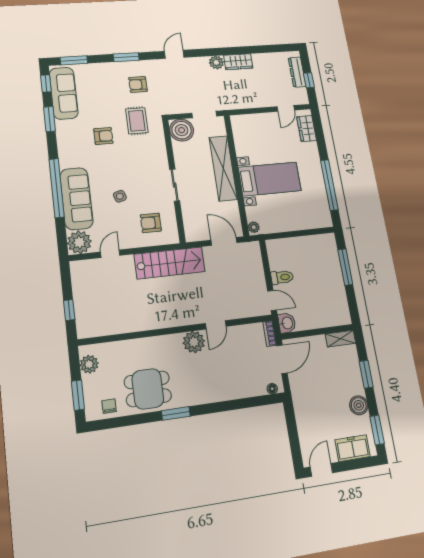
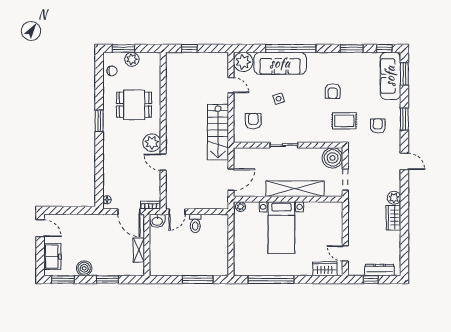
sofa: (64, 93) -> (390, 76), moved, turned 90
shelving: (340, 339) -> (139, 250), moved
plant: (89, 364) -> (132, 59), moved
dining table: (148, 389) -> (134, 105), moved, turned 90

